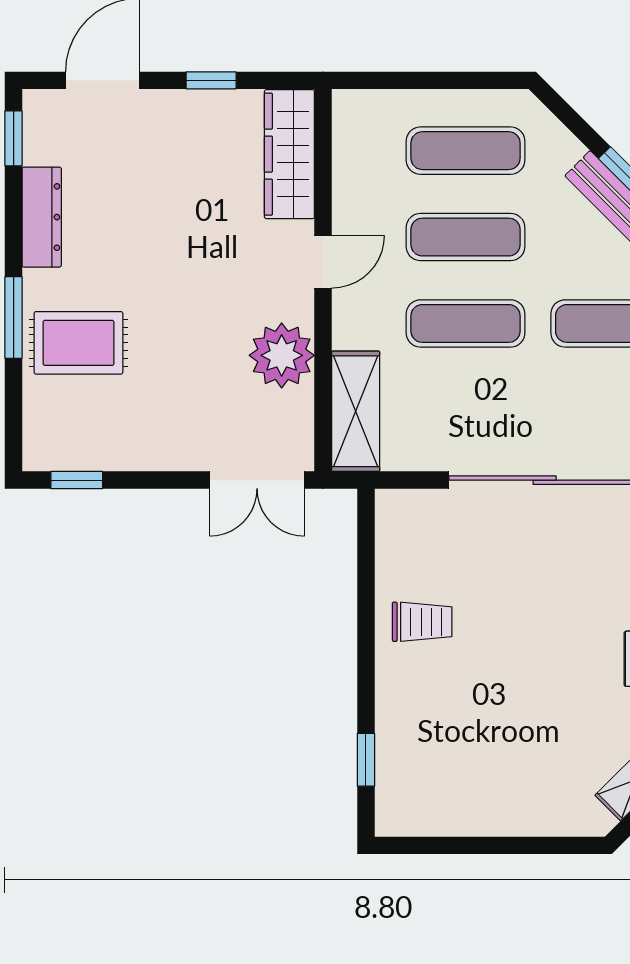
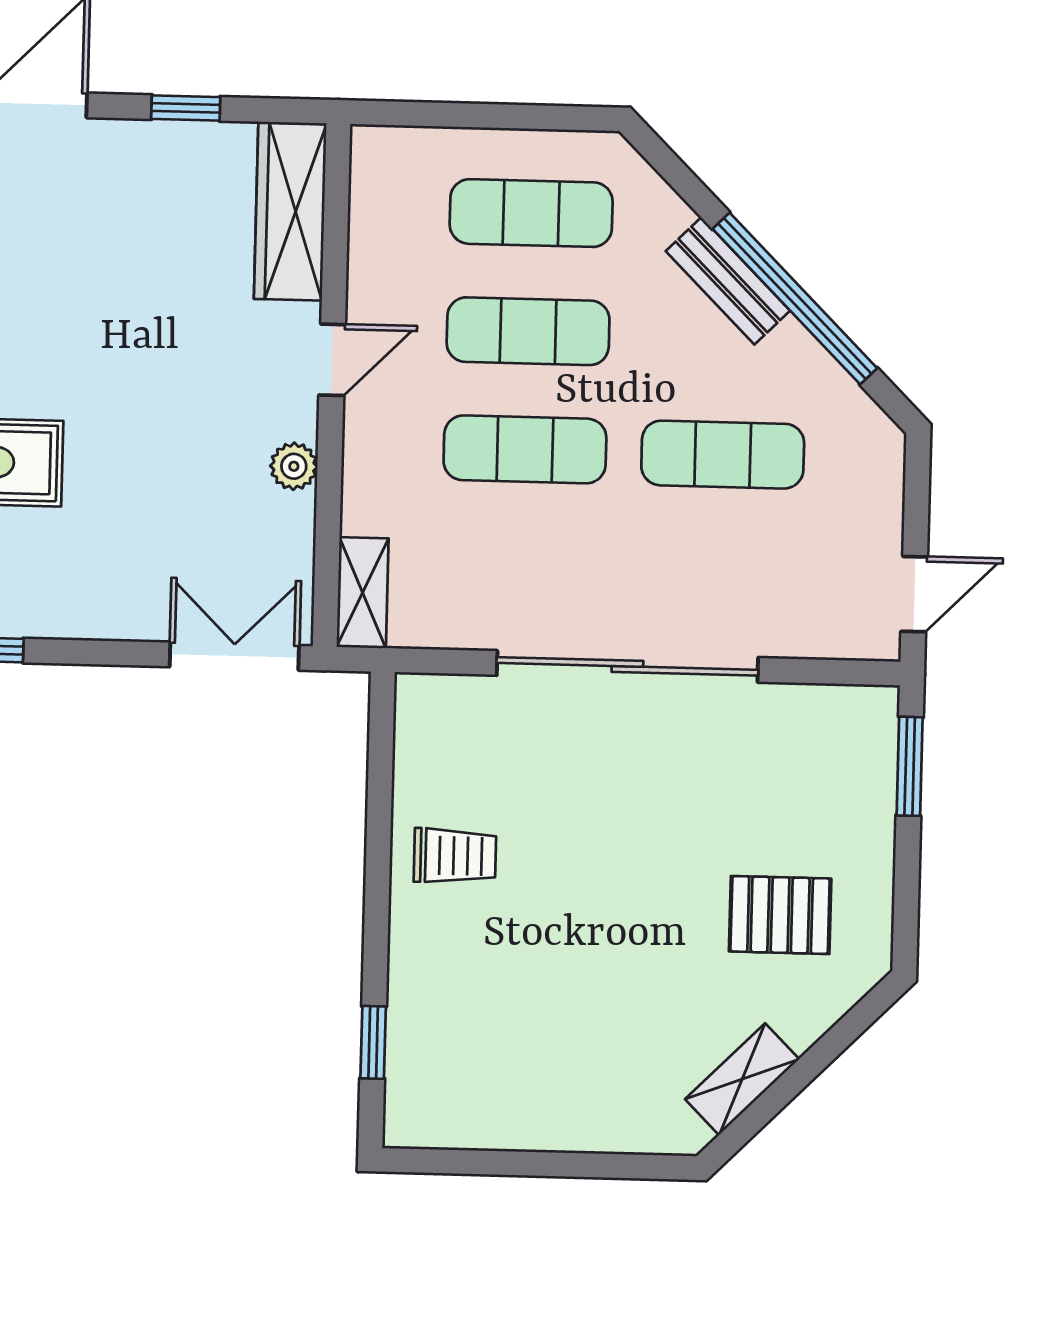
plant: (282, 355) -> (294, 466), width x0.53, depth x0.53
shelving: (356, 411) -> (363, 593), width x0.67, depth x0.75
double door: (257, 480) -> (234, 656), swing flipped

